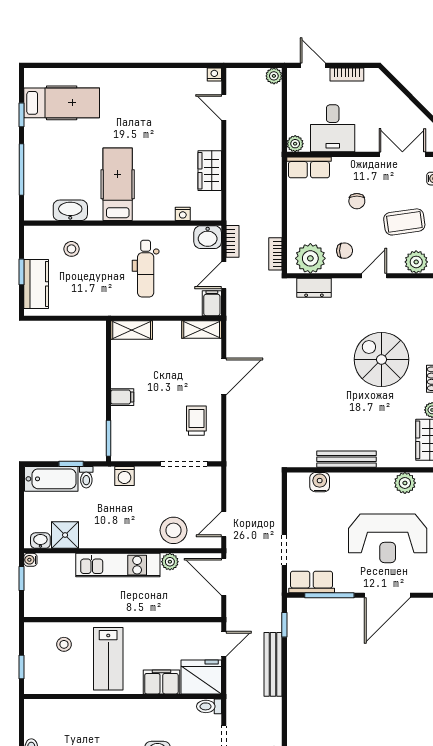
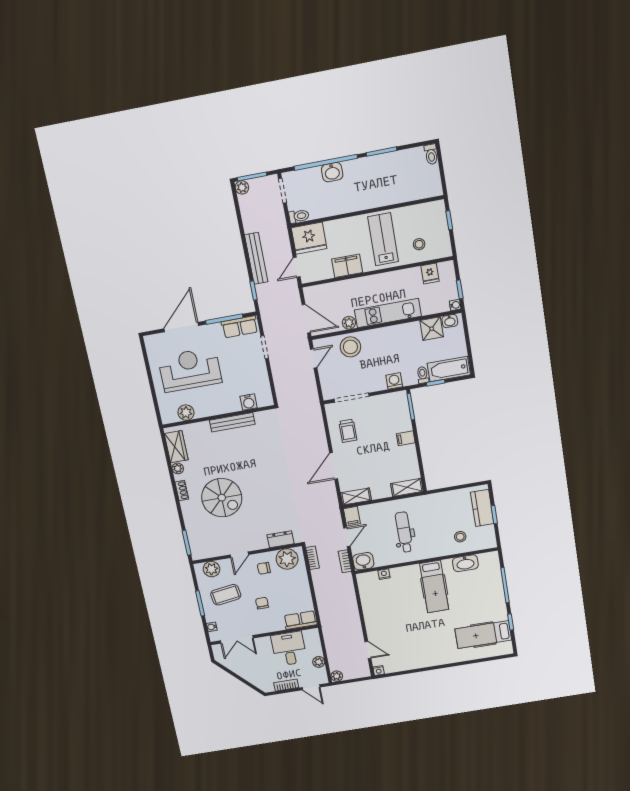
plant: (295, 144) -> (319, 662), moved
wardrobe: (210, 171) -> (370, 606), removed
fridge: (56, 605) -> (430, 274), added
filing cabinet: (161, 682) -> (347, 266), moved, turned 180

